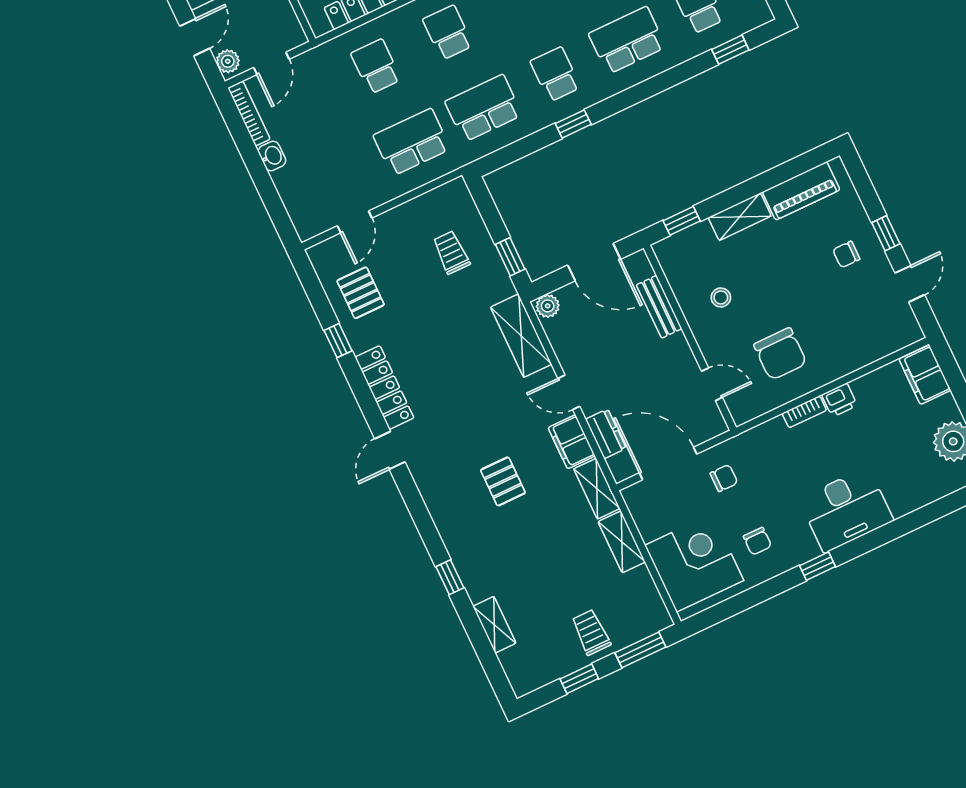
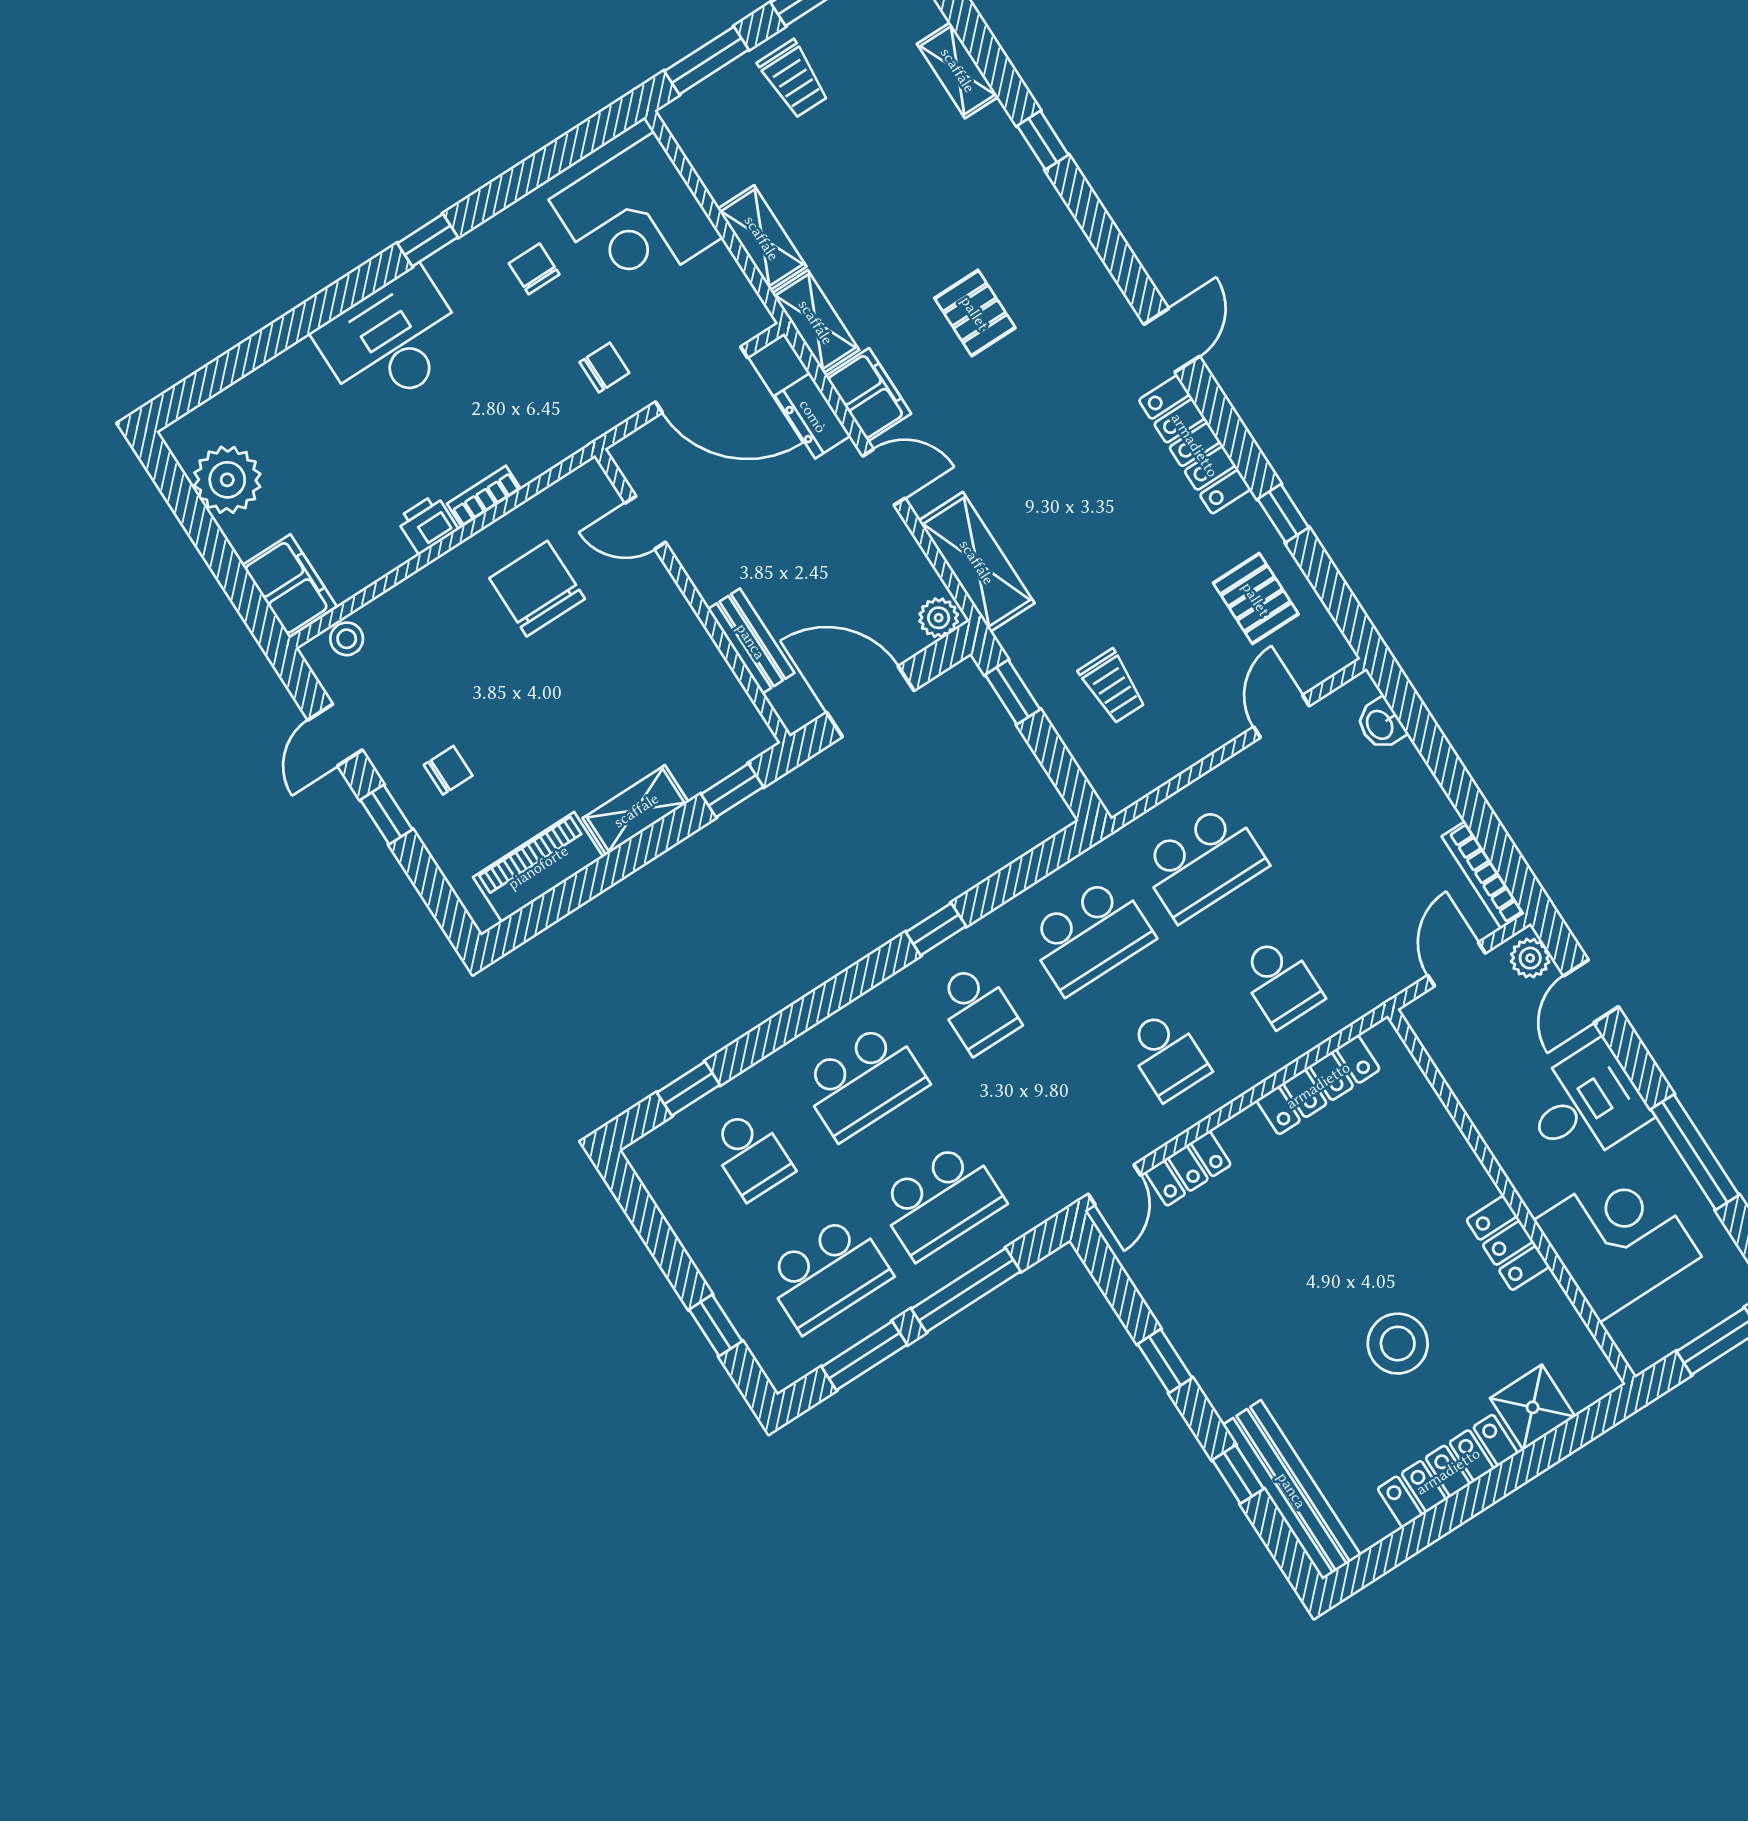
washbasin: (272, 156) -> (1381, 724), moved
stool: (721, 297) -> (347, 639), moved
chair: (724, 478) -> (604, 368), turned 180

